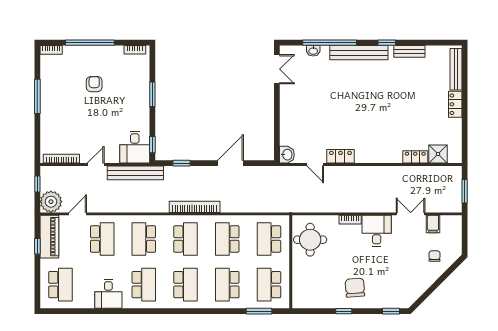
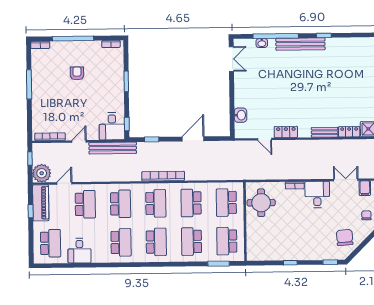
bench: (409, 51) -> (325, 132), moved
washbasin: (287, 155) -> (240, 115), moved
school desk: (144, 239) -> (121, 204), turned 180
chair: (355, 288) -> (345, 237), moved
desk: (108, 294) -> (79, 251), moved

